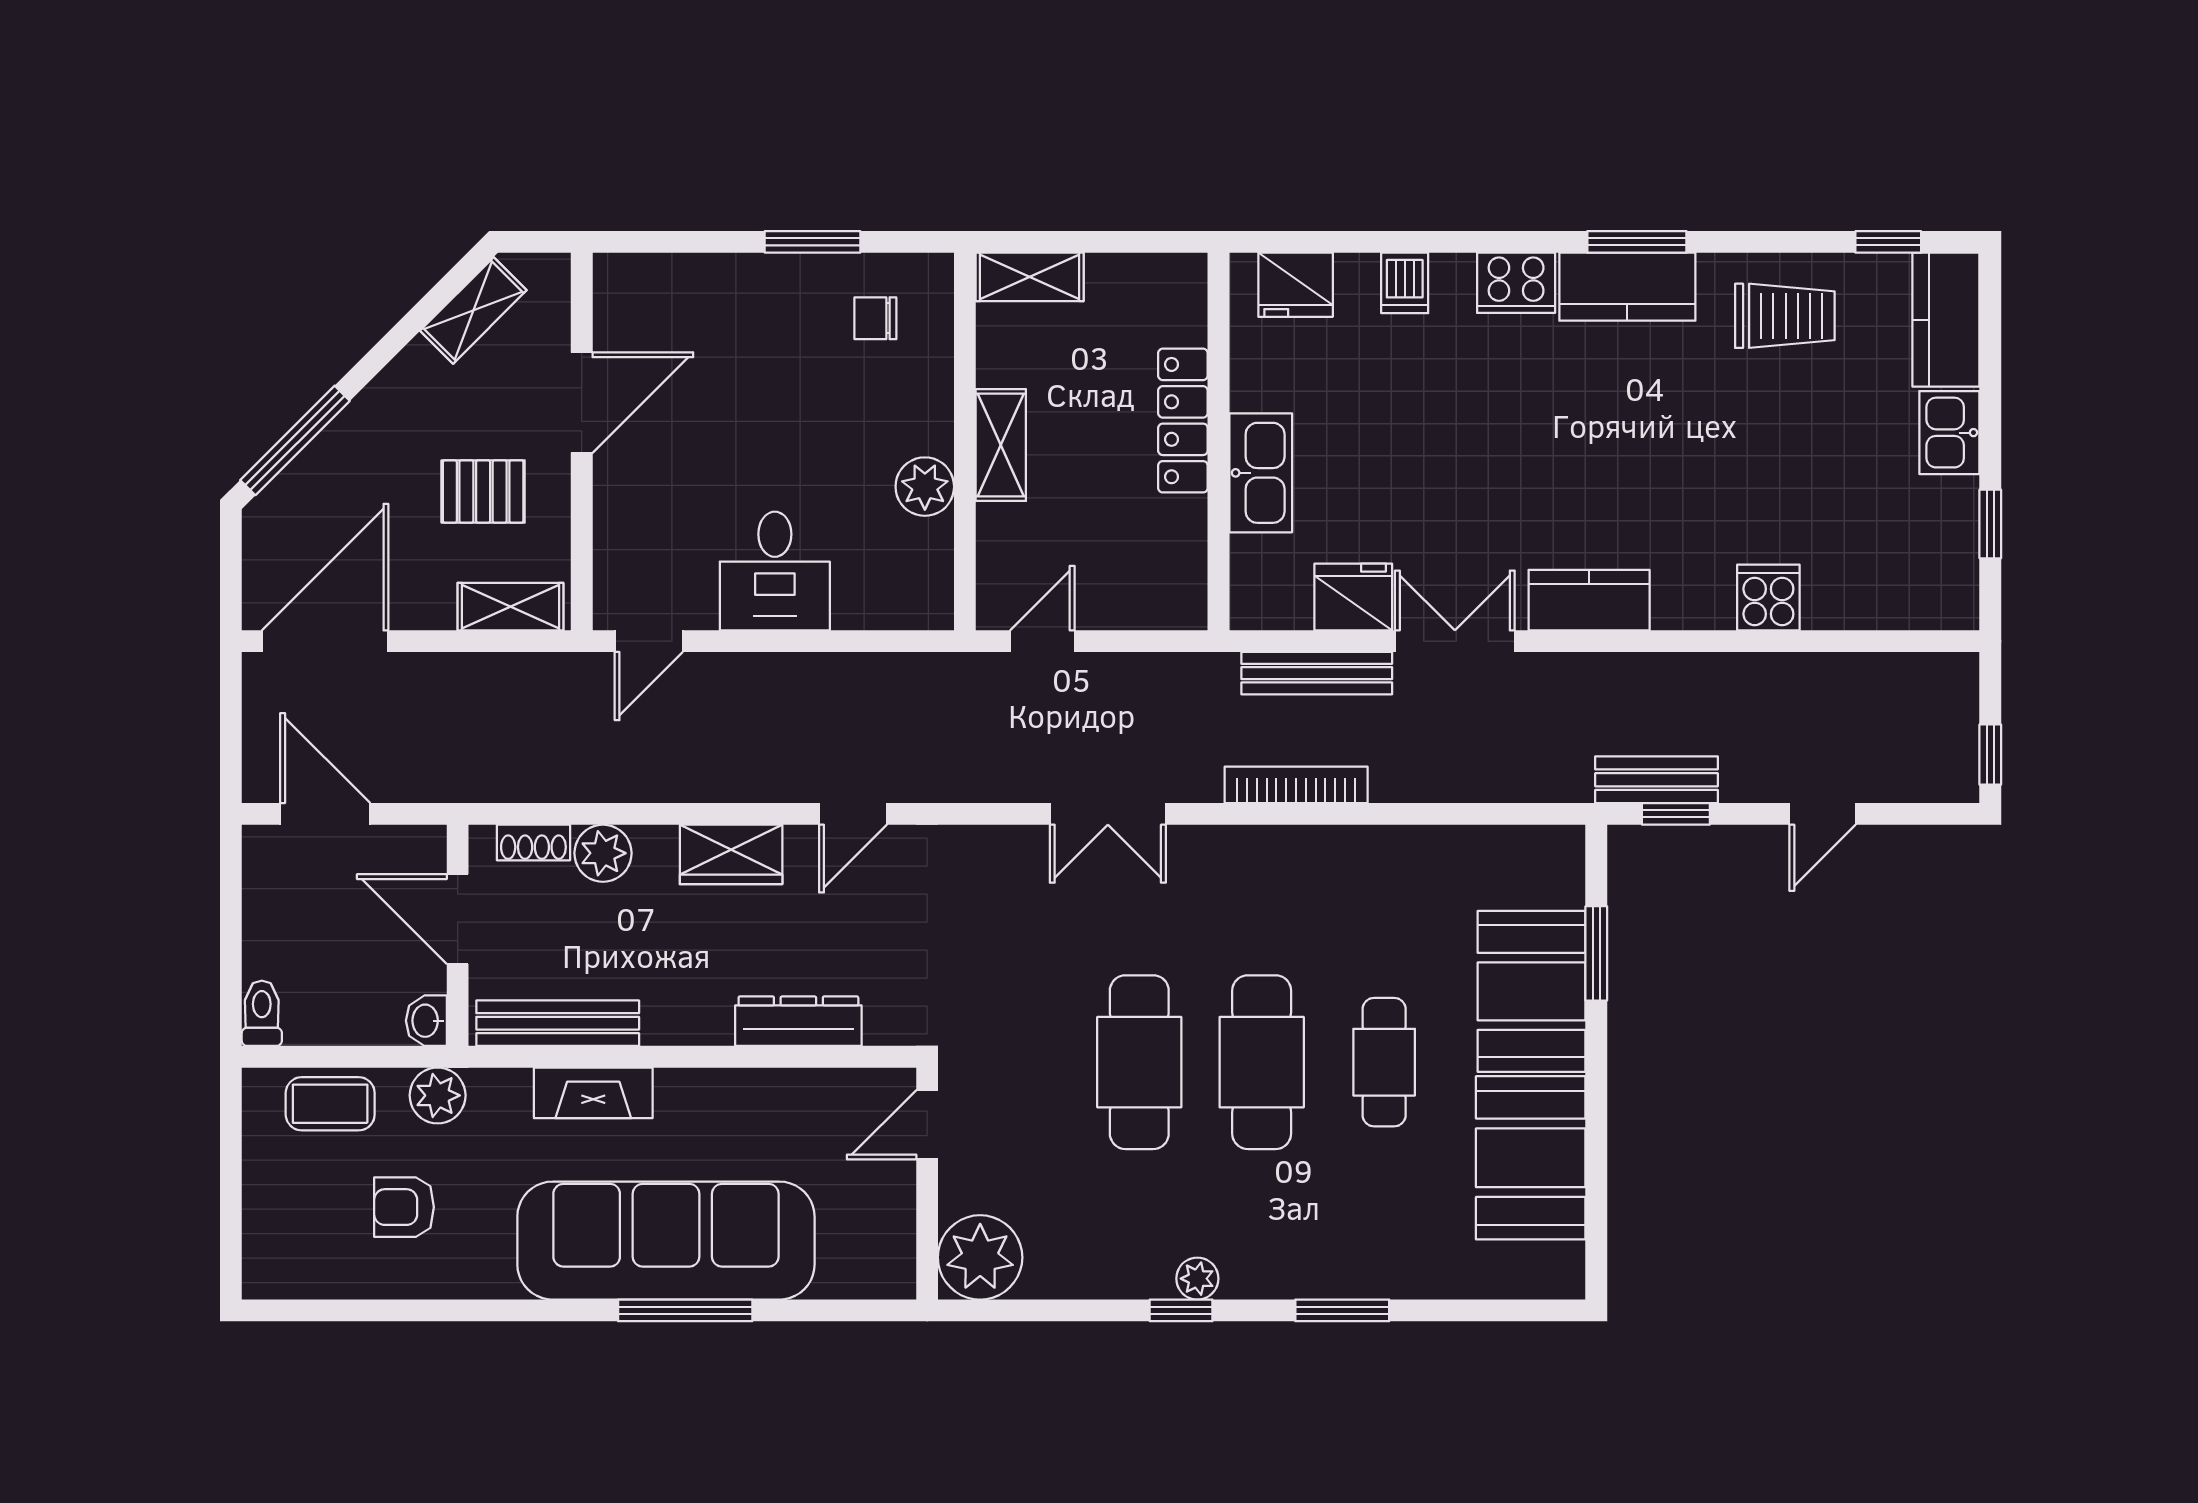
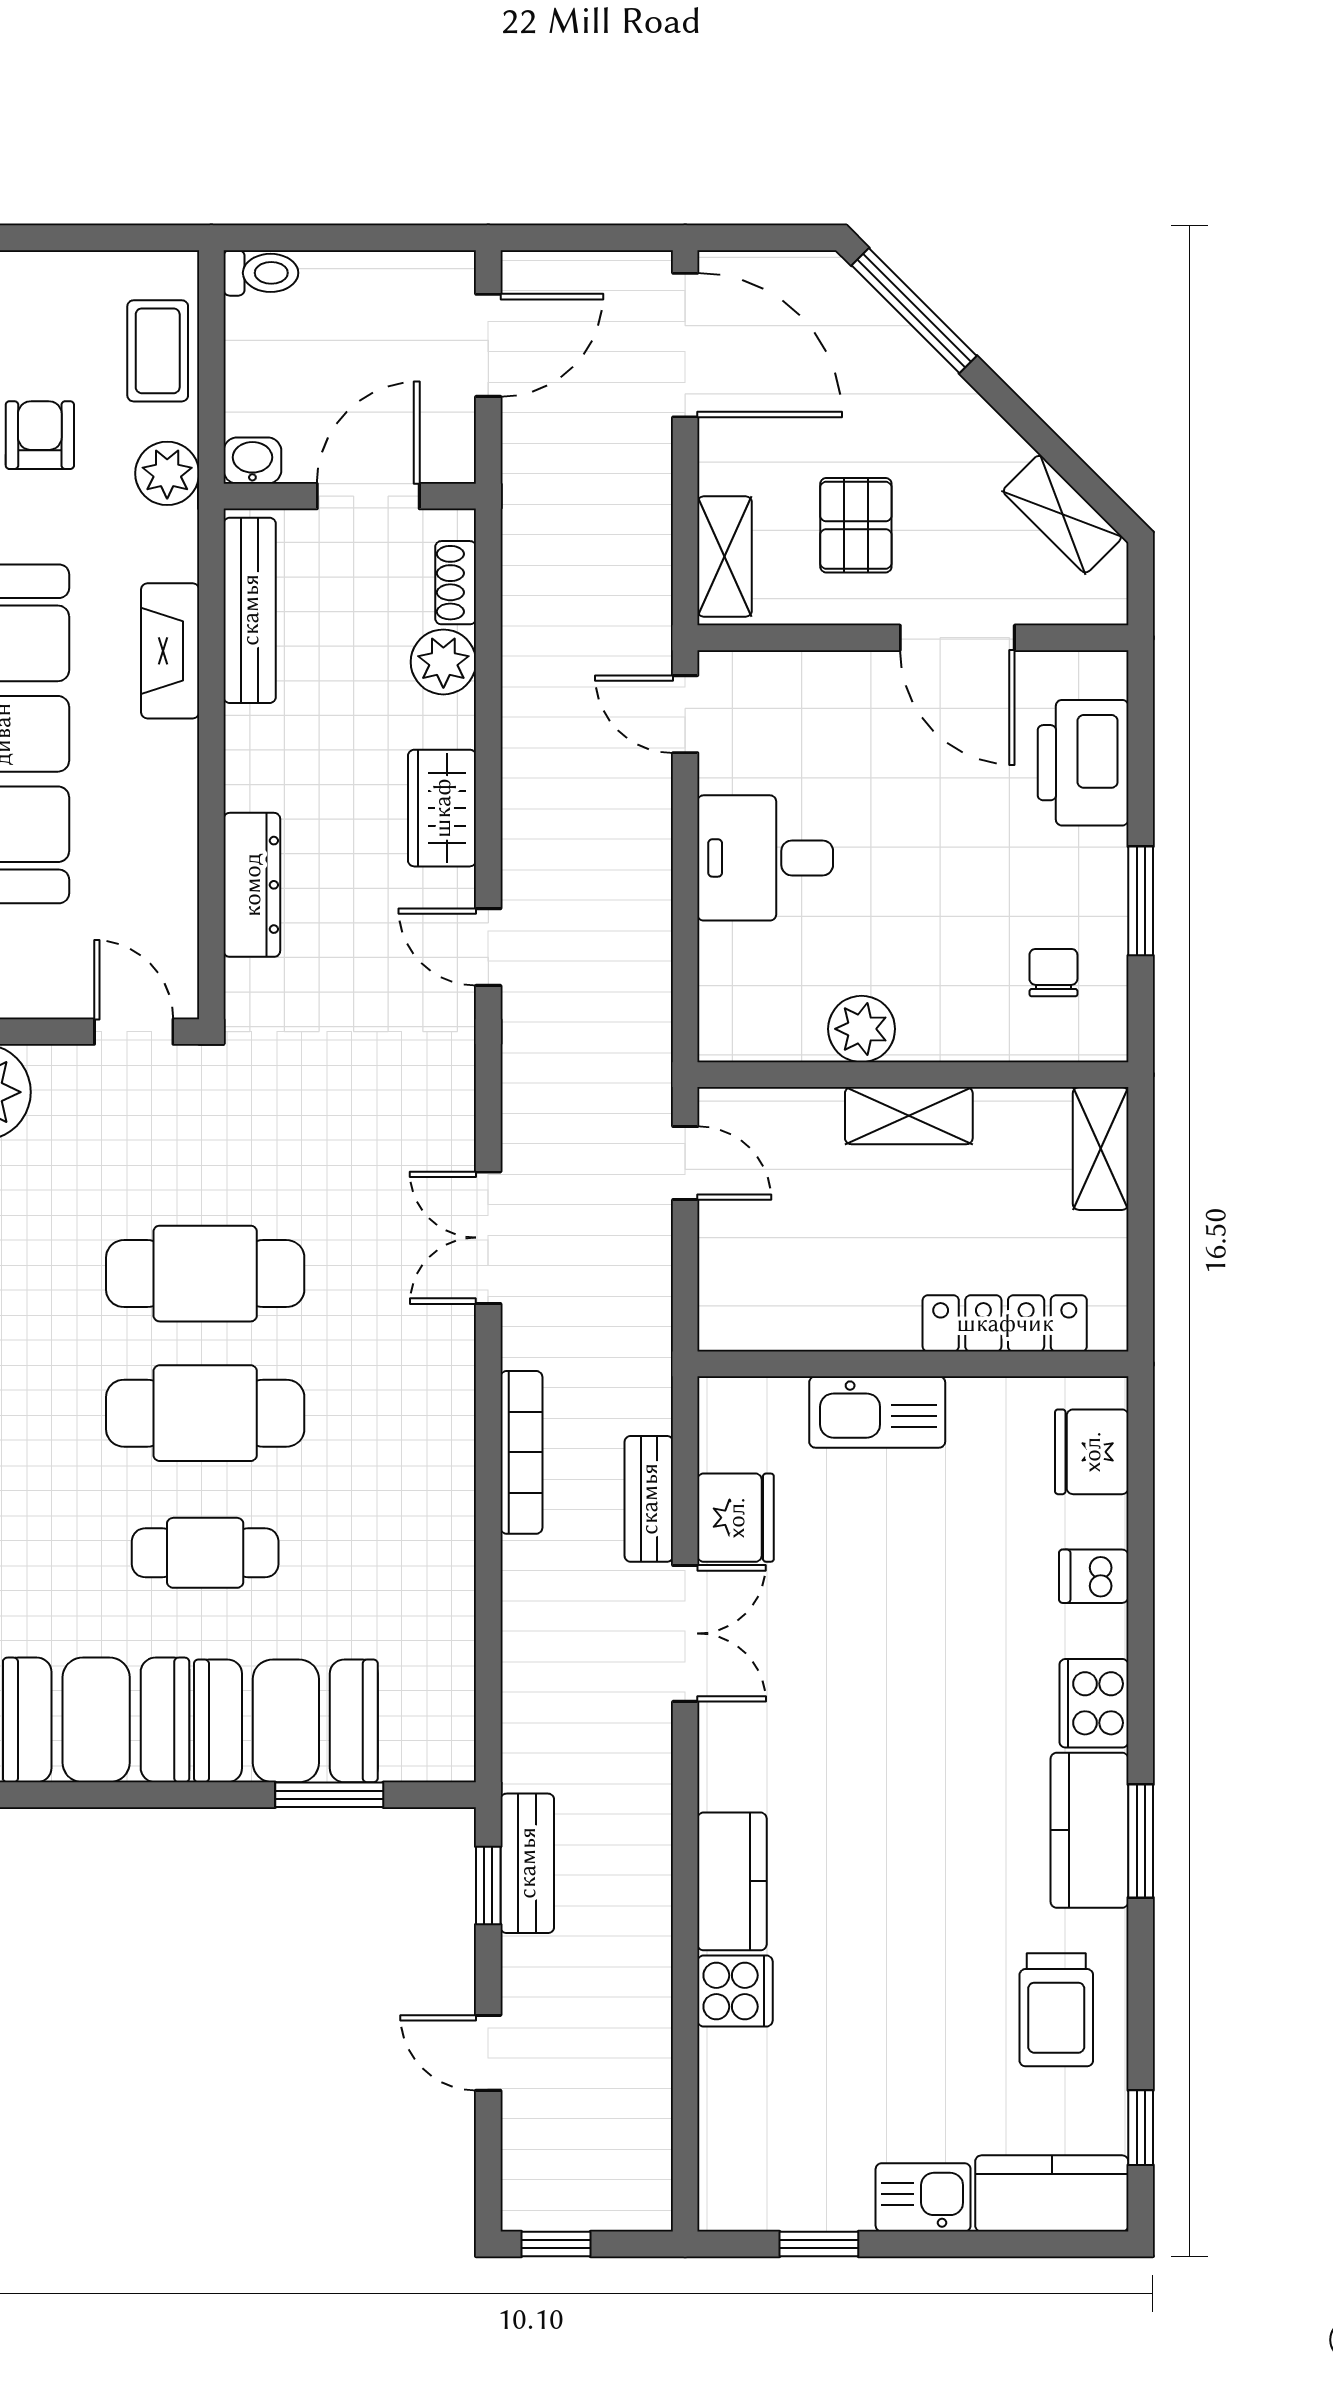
printer: (691, 292) -> (1083, 763), added
locker: (1183, 421) -> (1005, 1323), moved
kitchen counter: (1589, 600) -> (732, 1881), moved
bench: (1317, 673) -> (649, 1499), width x0.73

